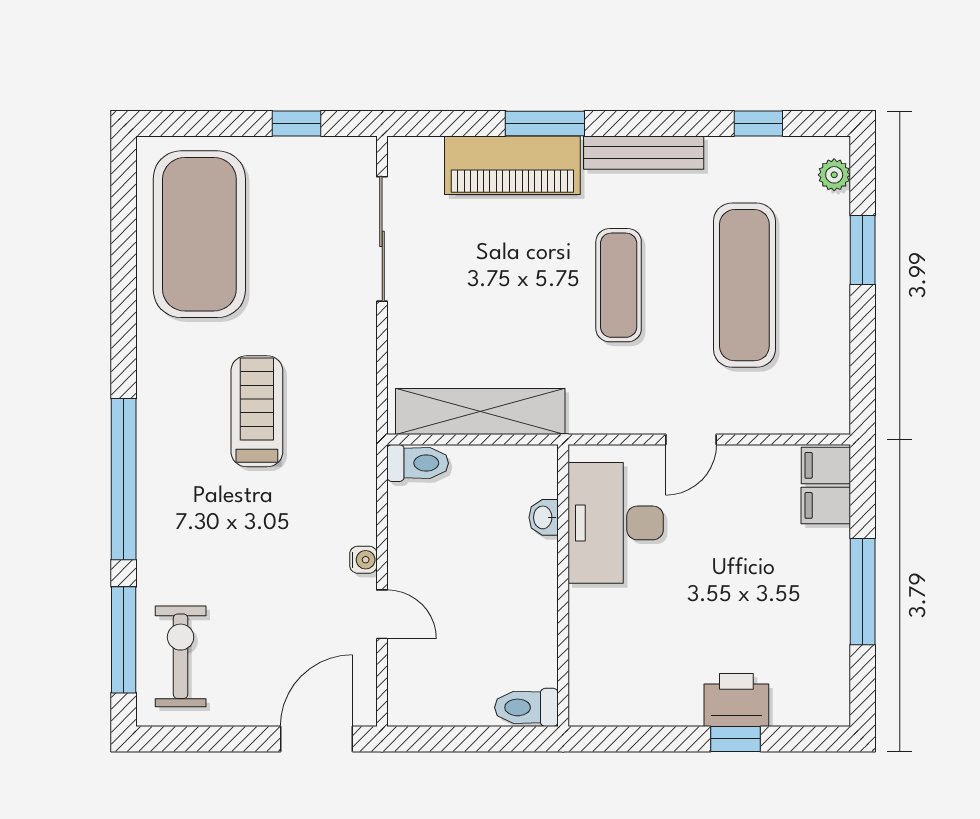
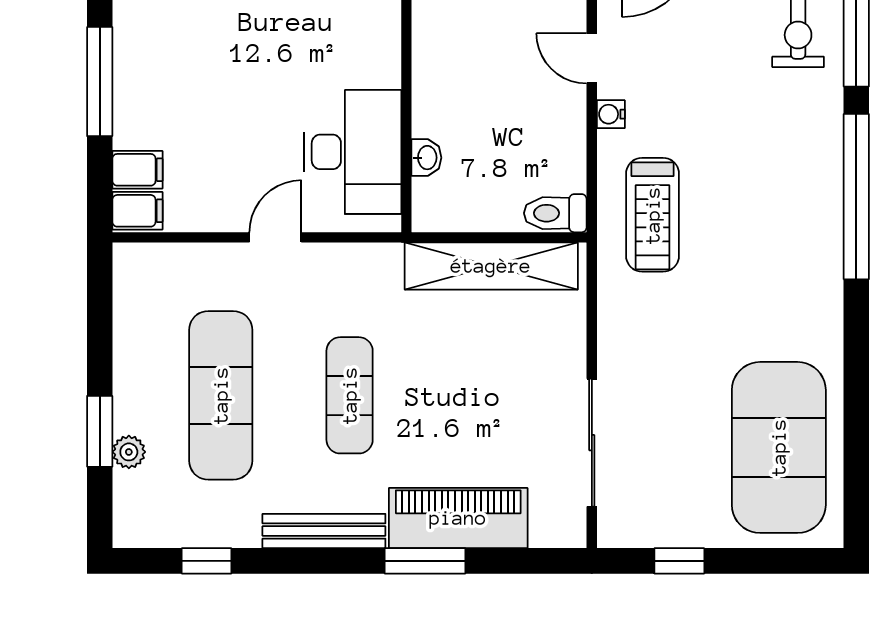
plant: (834, 175) -> (129, 452), moved
treadmill: (257, 411) -> (653, 215), moved

